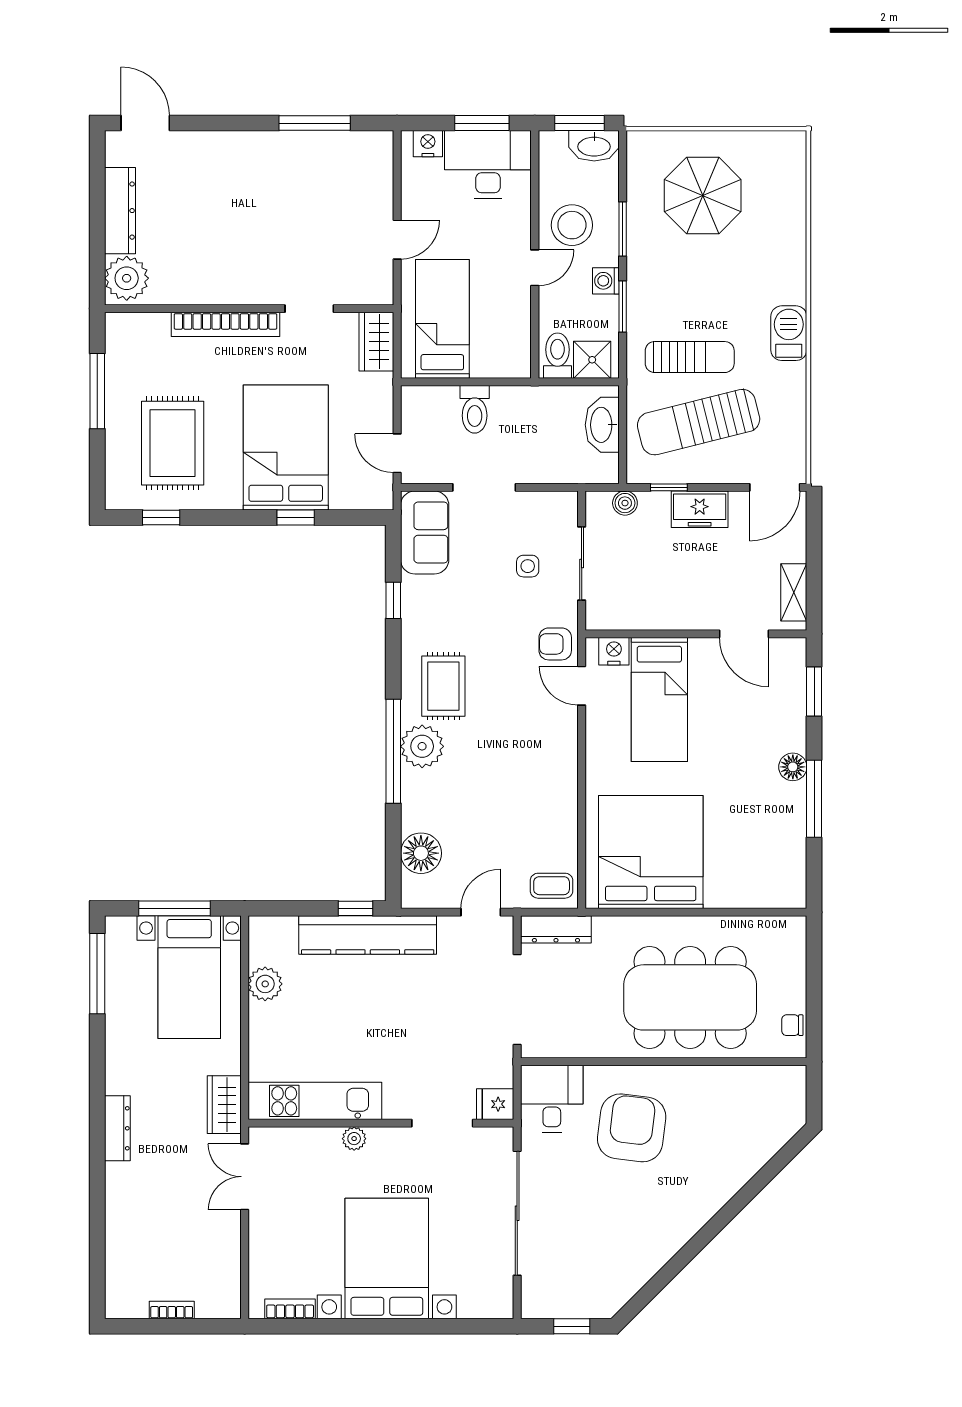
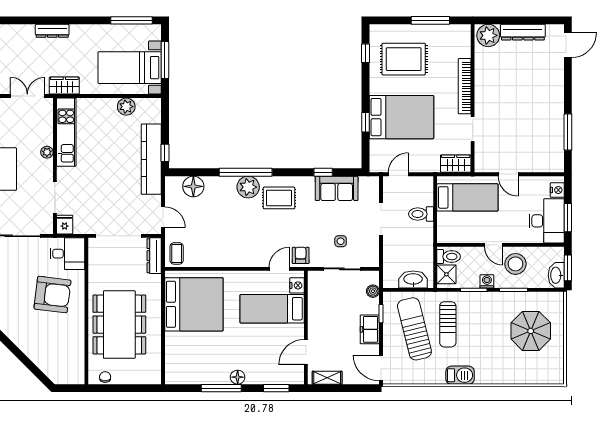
sofa: (425, 532) -> (337, 188), moved

